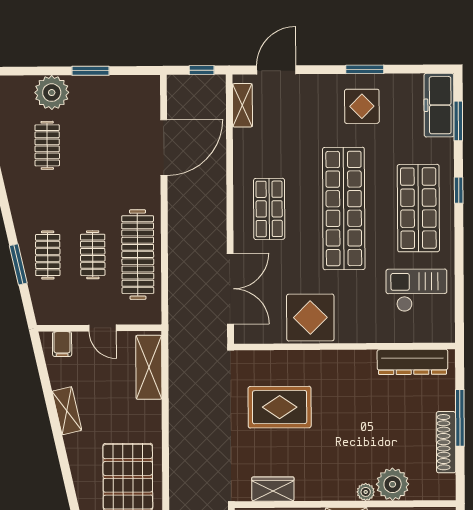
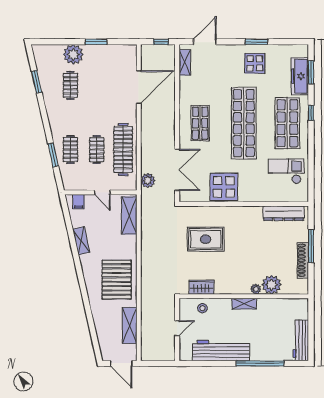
freezer: (439, 105) -> (300, 76), moved
plant: (180, 307) -> (148, 180), added

